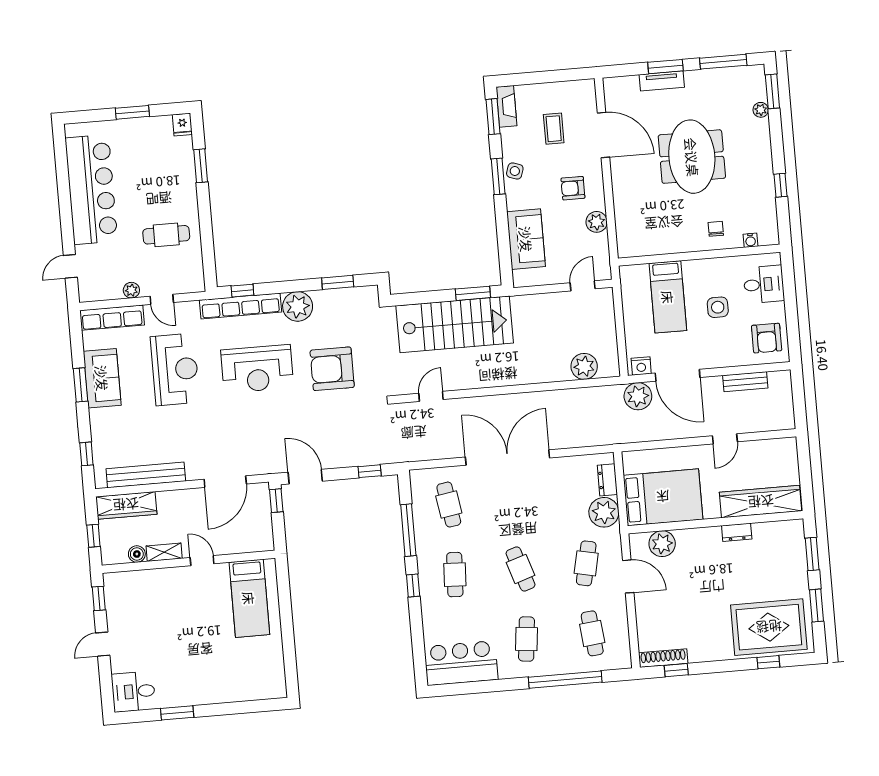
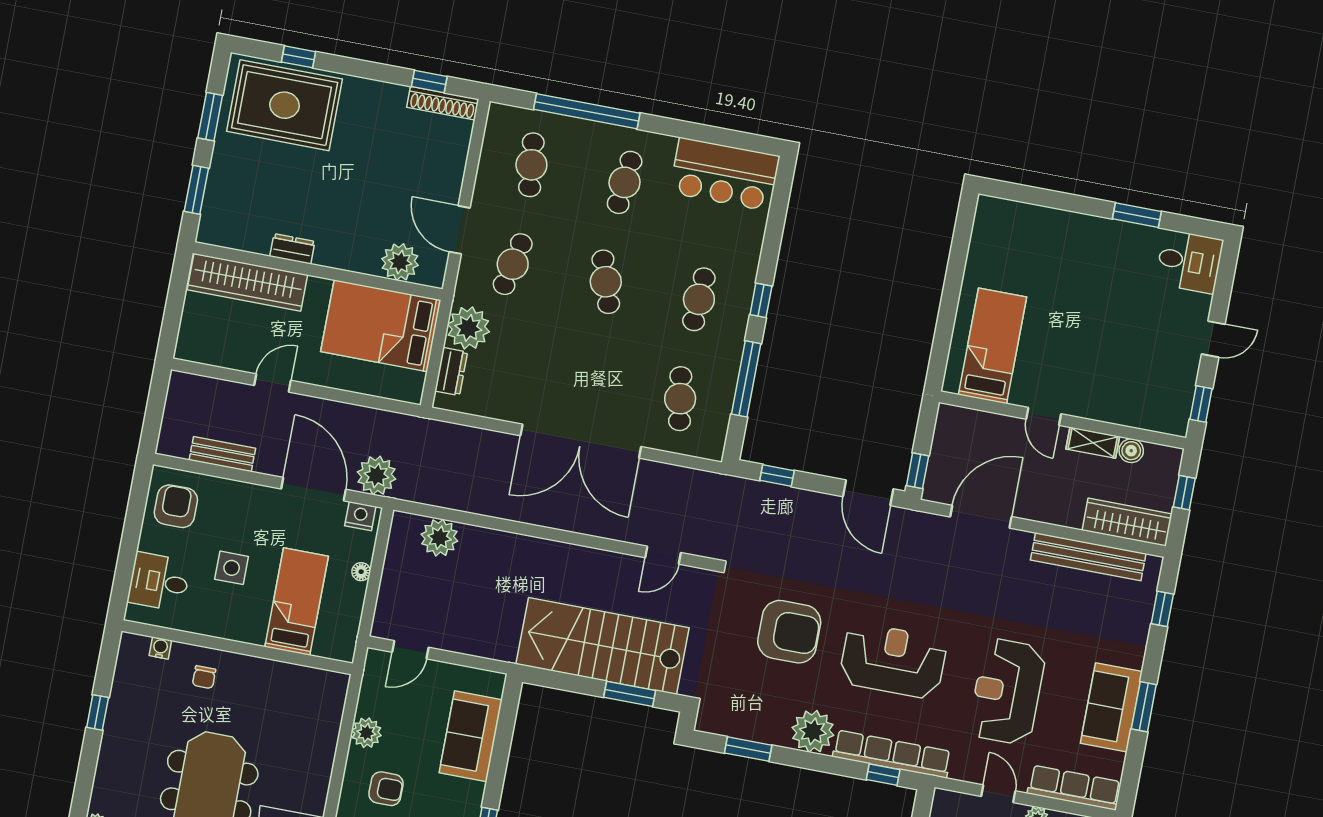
window: (473, 293) -> (630, 694), moved
floor lamp: (630, 329) -> (361, 572), added

